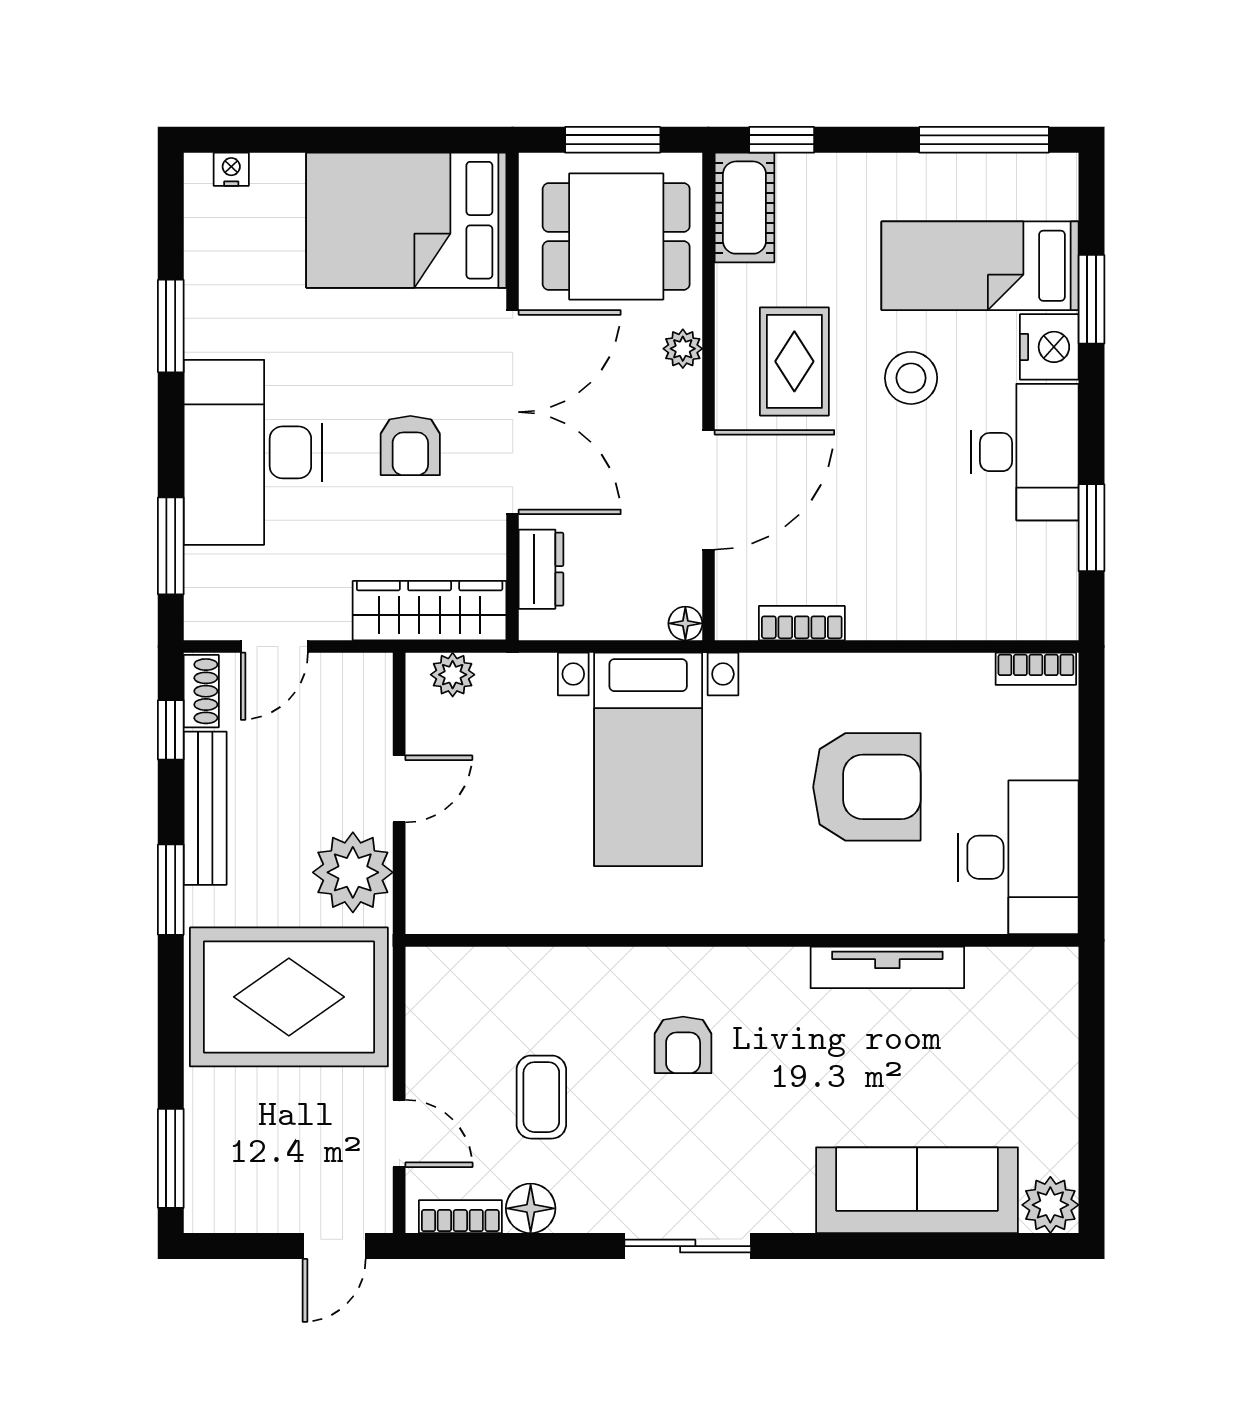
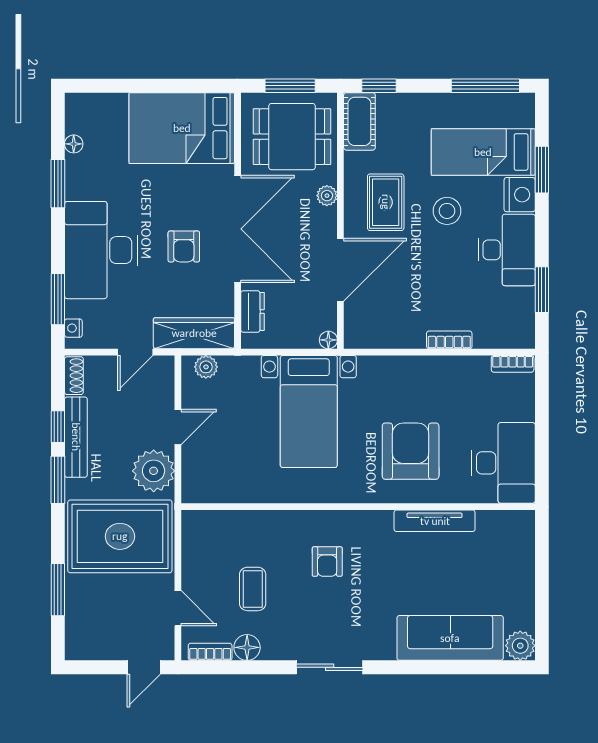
nightstand: (231, 169) -> (73, 328), moved, turned -90
floor lamp: (201, 250) -> (74, 144), added
bookcase: (802, 623) -> (449, 340), moved
door: (274, 647) -> (135, 352), moved
window: (171, 730) -> (58, 427), moved
armchair: (867, 787) -> (411, 451), moved, turned -90
window: (171, 1158) -> (58, 590), moved

